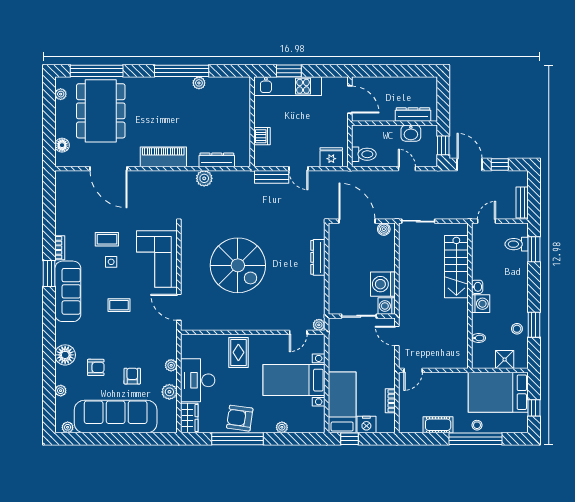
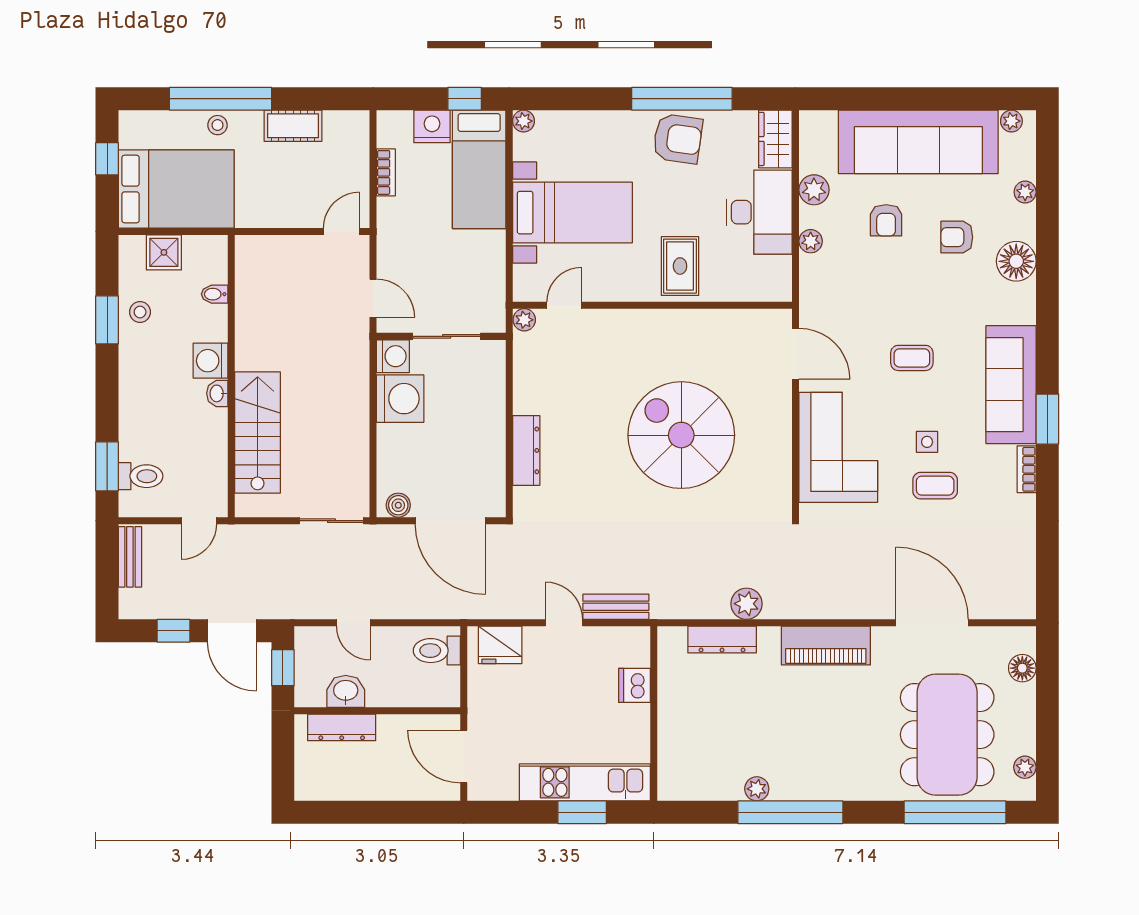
plant: (282, 427) -> (524, 121), moved

